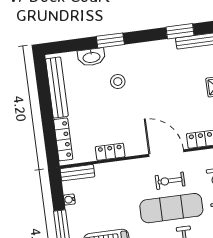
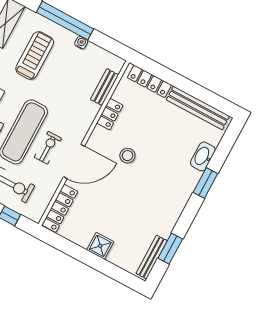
stool: (118, 82) -> (127, 156), moved
bench: (77, 173) -> (104, 87), moved
water cooler: (69, 200) -> (81, 43), moved

